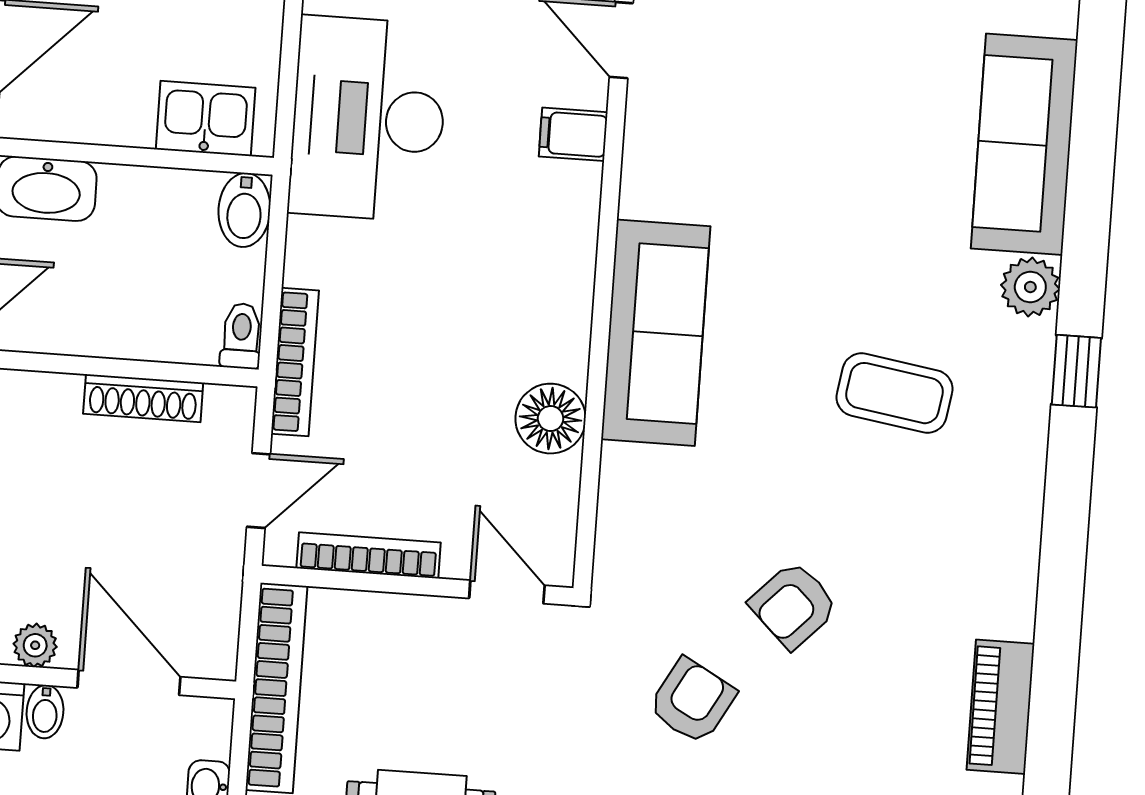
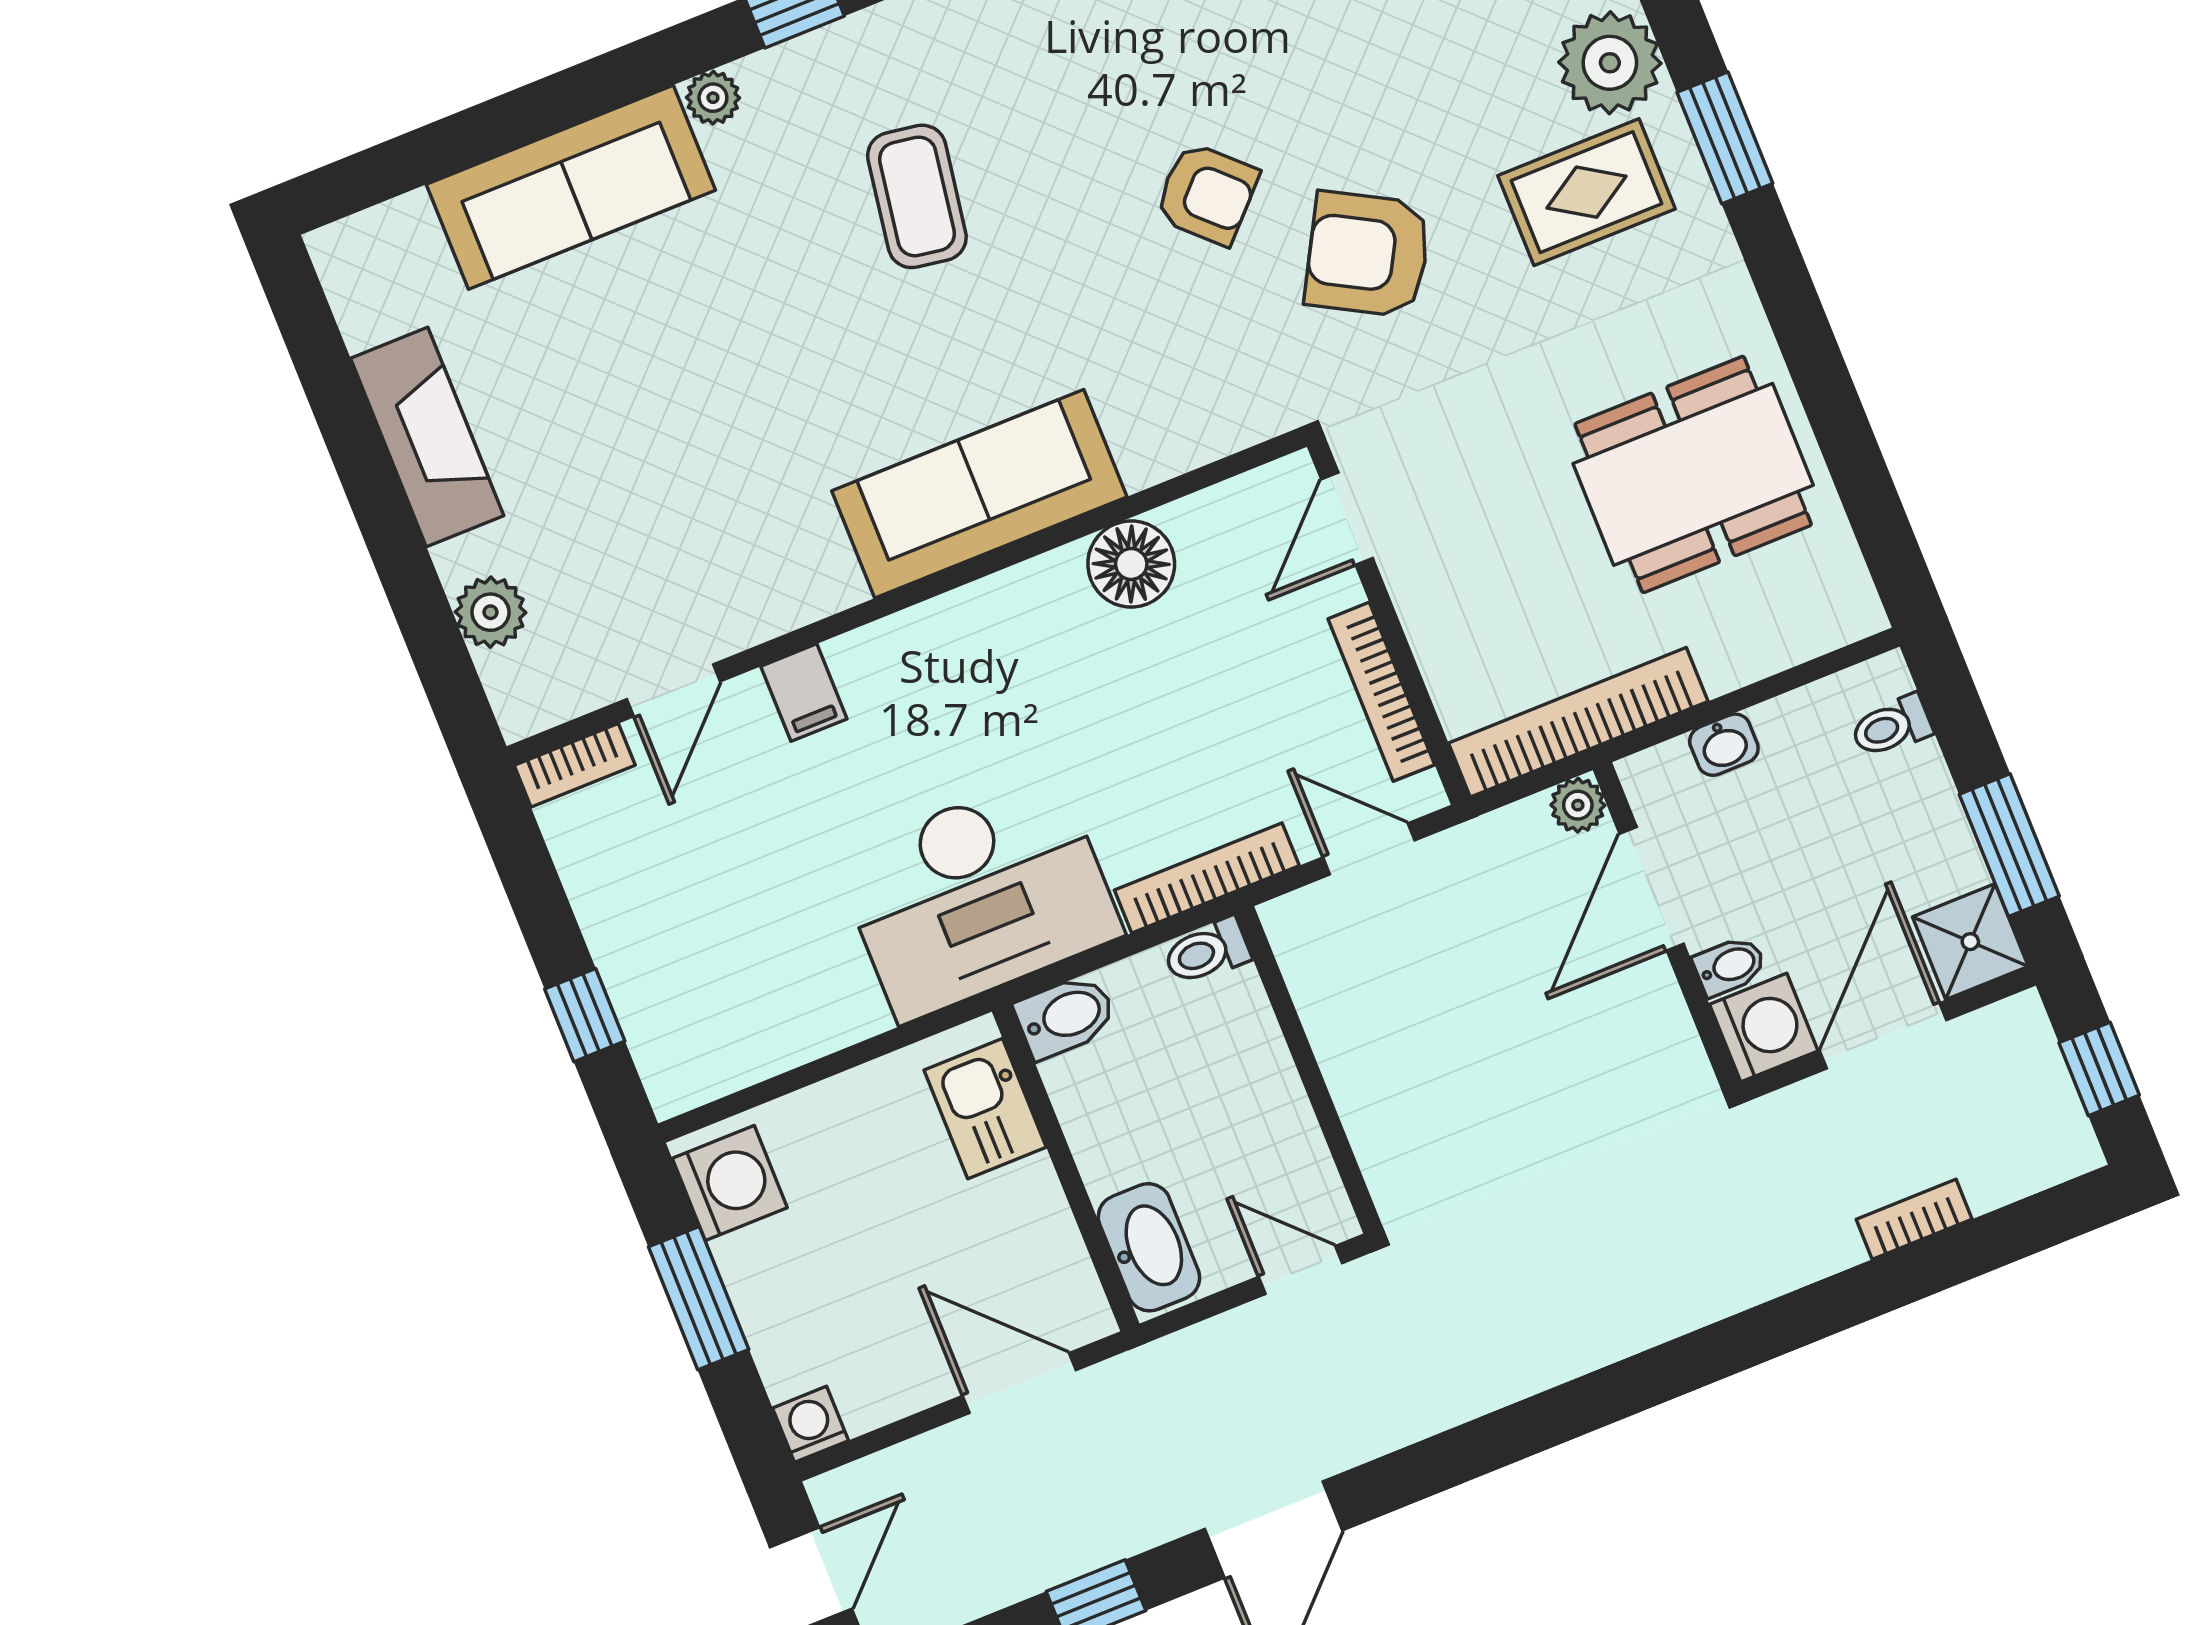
desk: (368, 119) -> (978, 896), moved
plant: (1030, 287) -> (713, 98), width x0.73, depth x0.73
shoe rack: (143, 398) -> (1329, 1027), removed
plant: (35, 645) -> (1578, 805), moved
armchair: (692, 701) -> (1368, 254), width x1.38, depth x1.38

